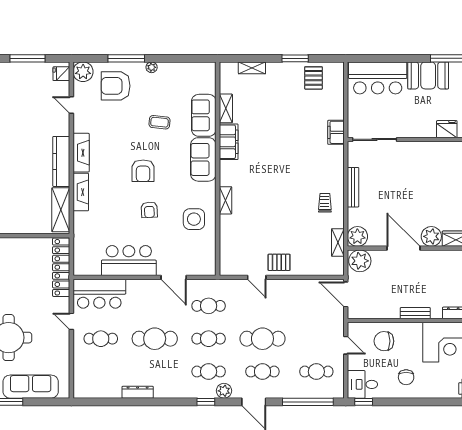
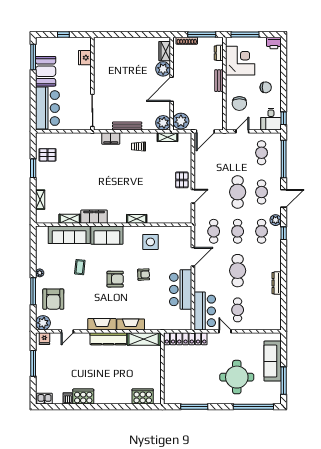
sofa: (204, 115) -> (69, 235), width x1.36
filing cabinet: (336, 132) -> (111, 138), moved
door: (71, 321) -> (225, 331), swing flipped

